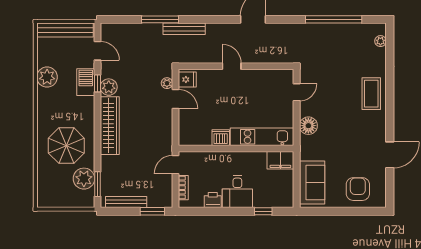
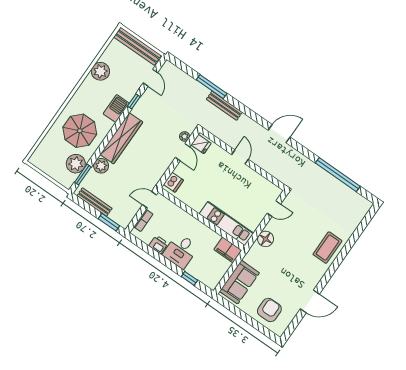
plant: (380, 41) -> (361, 214), removed
barbecue: (86, 82) -> (116, 109), moved
plant: (109, 87) -> (101, 166), moved
dishwasher: (221, 138) -> (173, 182), moved, turned 90

